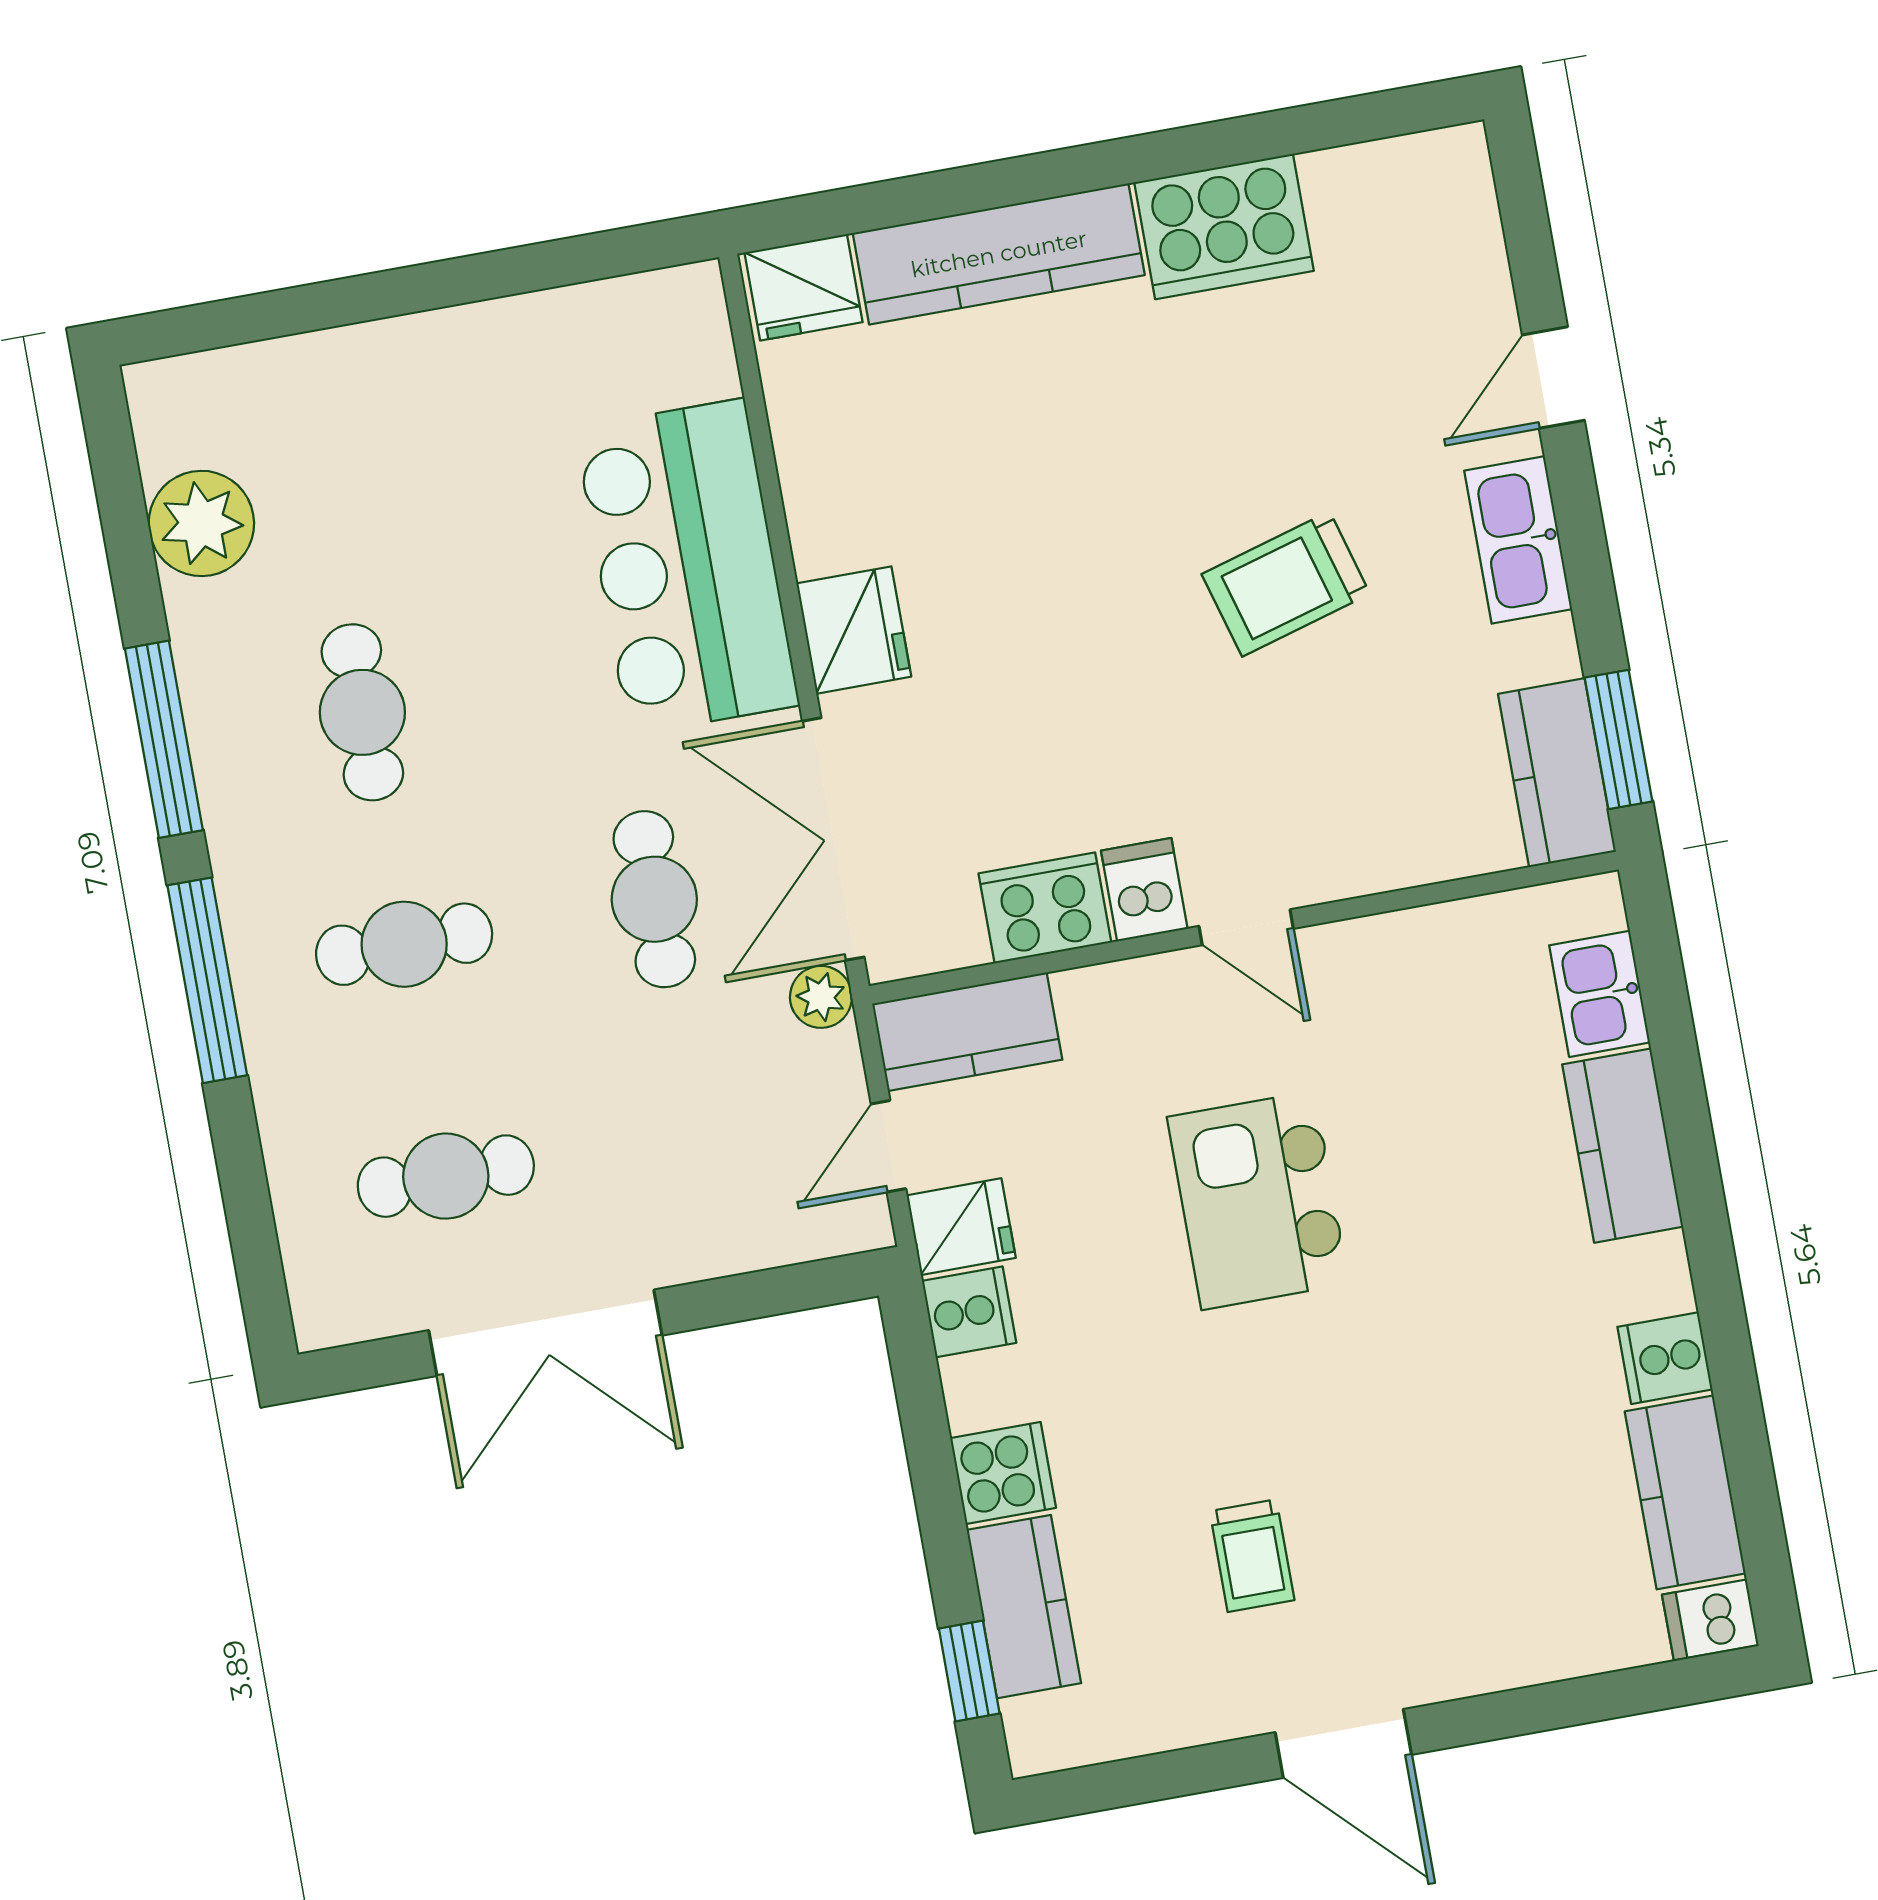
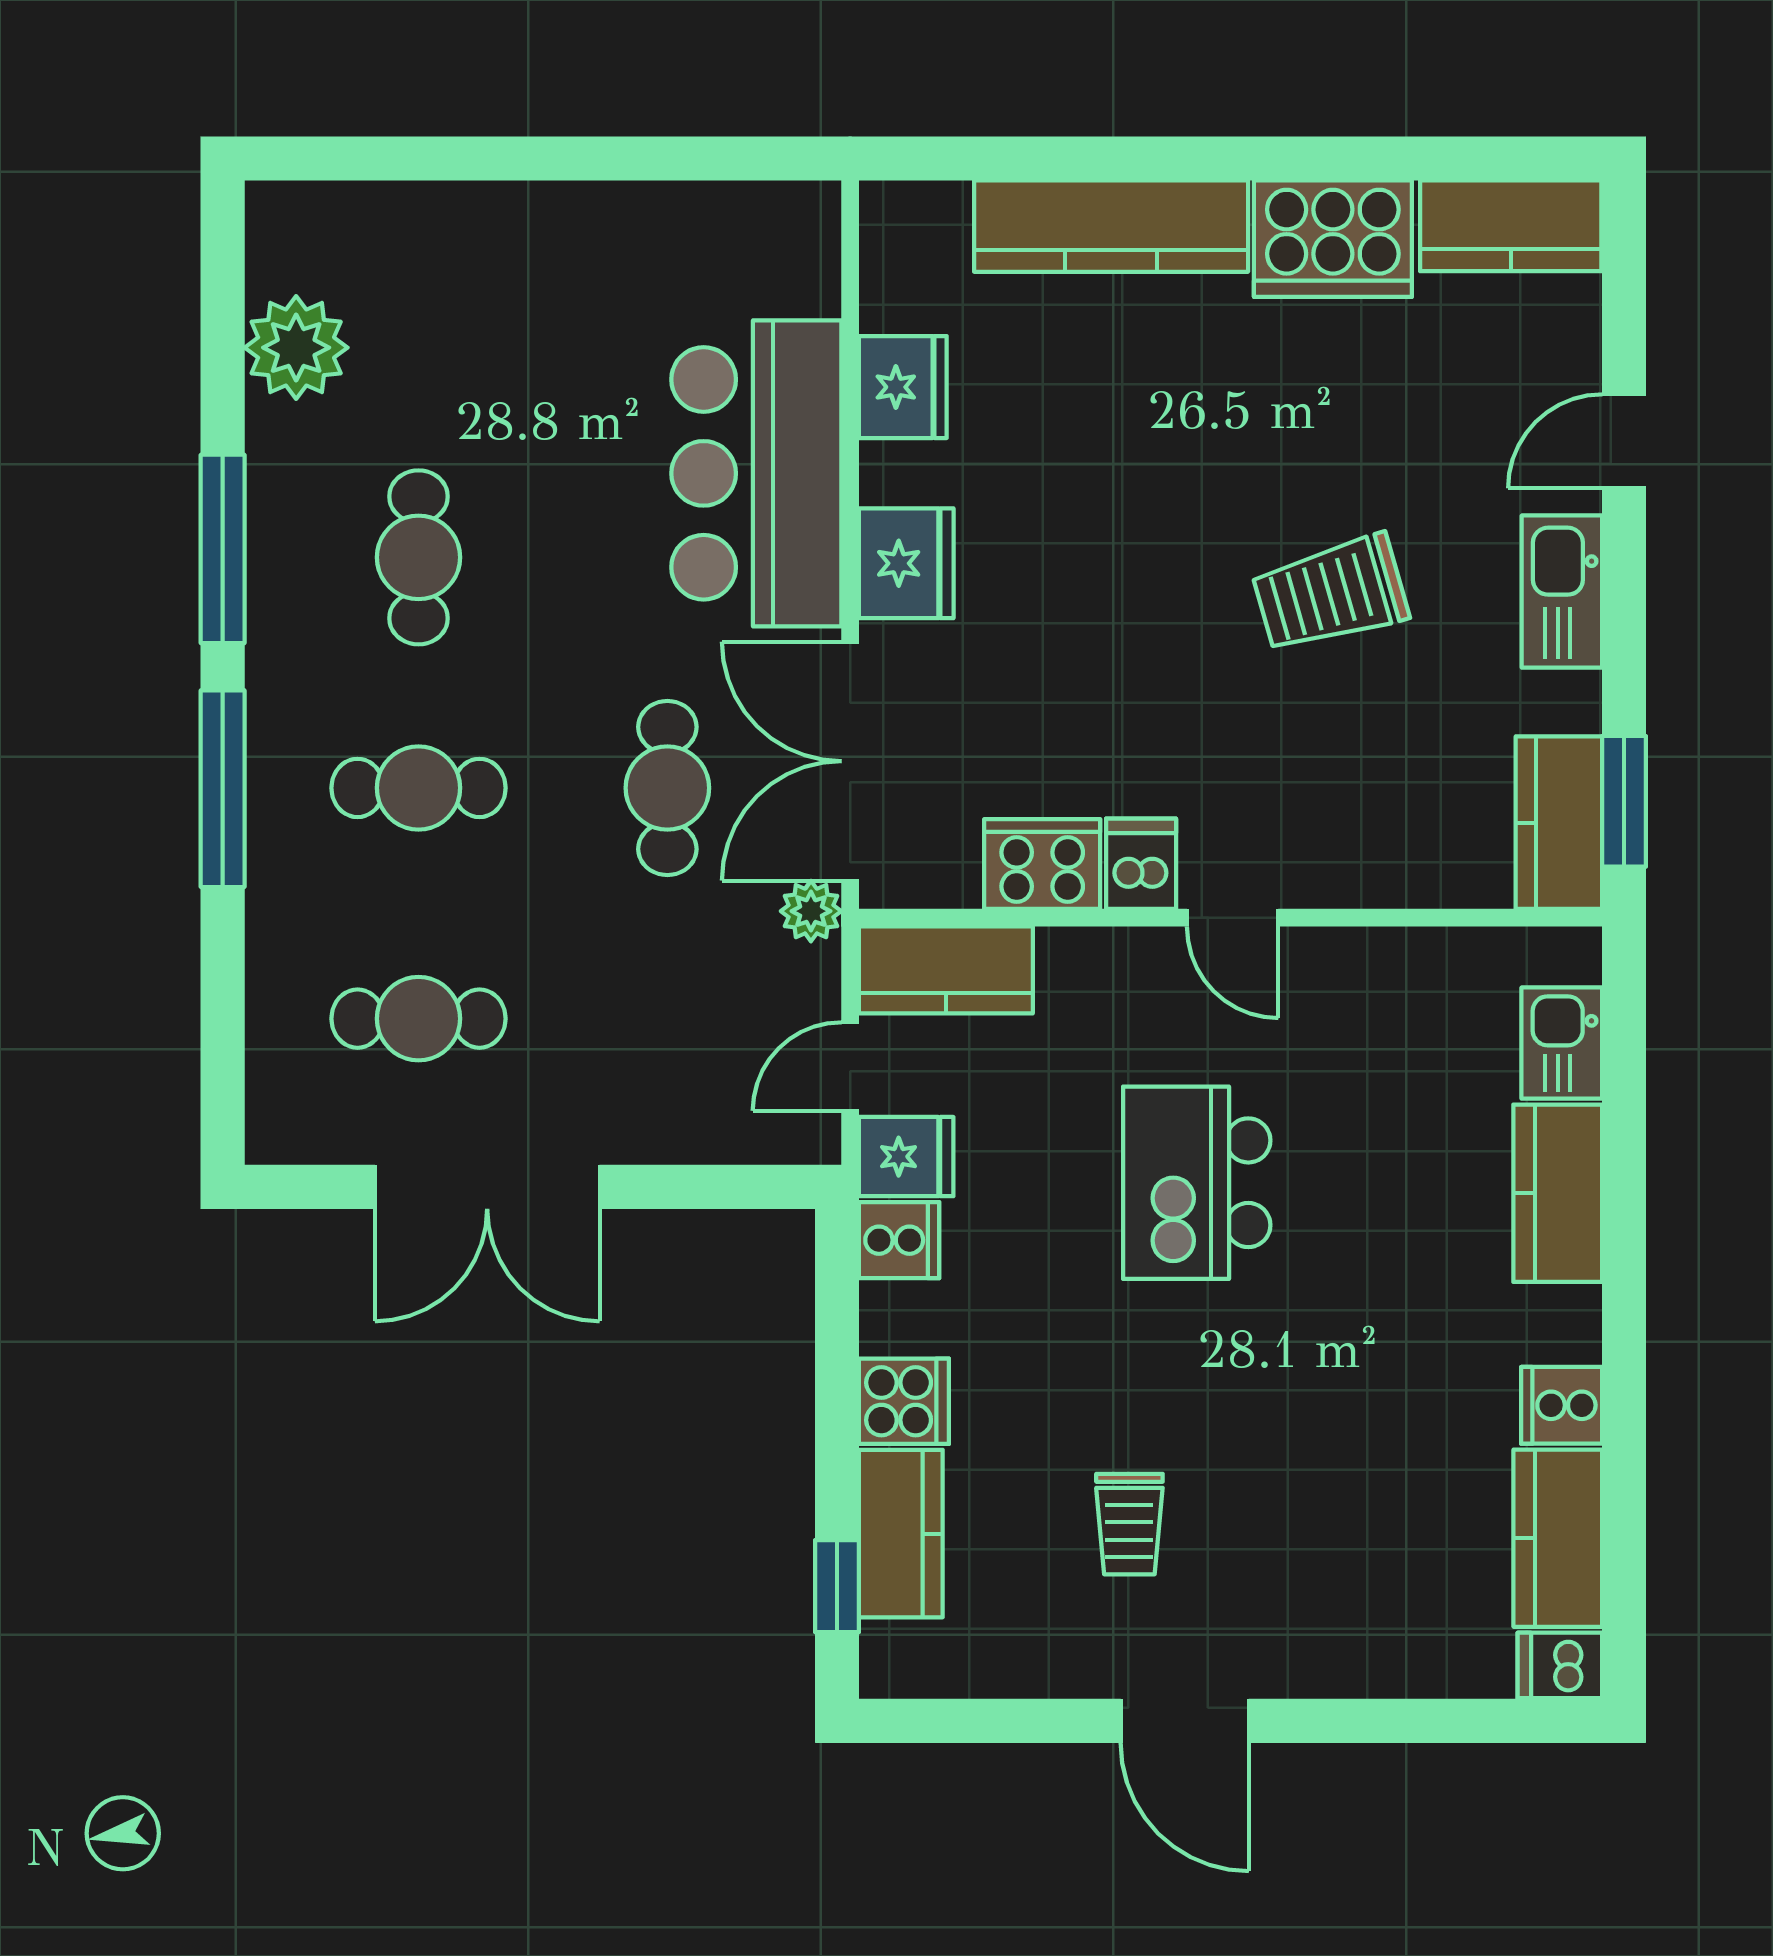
kitchen counter: (1401, 181) -> (1511, 226), added
fridge: (804, 287) -> (903, 387), moved, turned -90

